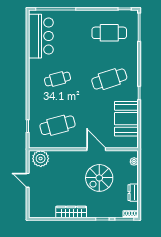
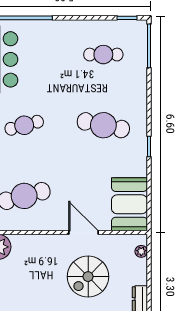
cafe table: (109, 33) -> (103, 55), width x0.73, depth x0.74
cafe table: (109, 79) -> (103, 125), turned 30
booth: (126, 119) -> (129, 204), moved

